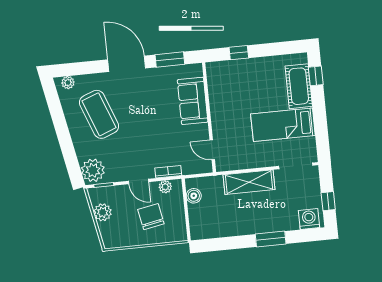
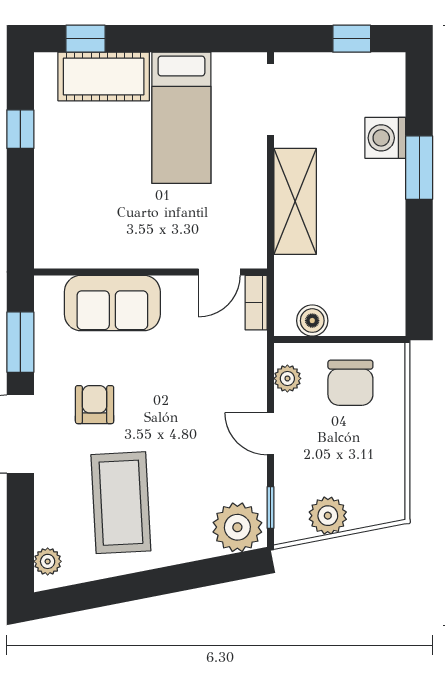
window: (239, 53) -> (20, 129), moved
armchair: (144, 97) -> (95, 405), added
coffee table: (99, 114) -> (121, 503), turned -72
bookcase: (168, 172) -> (256, 303), moved
door: (138, 181) -> (270, 434), swing flipped
chair: (151, 217) -> (350, 383), moved, turned -79
washing machine: (309, 219) -> (385, 138), moved

